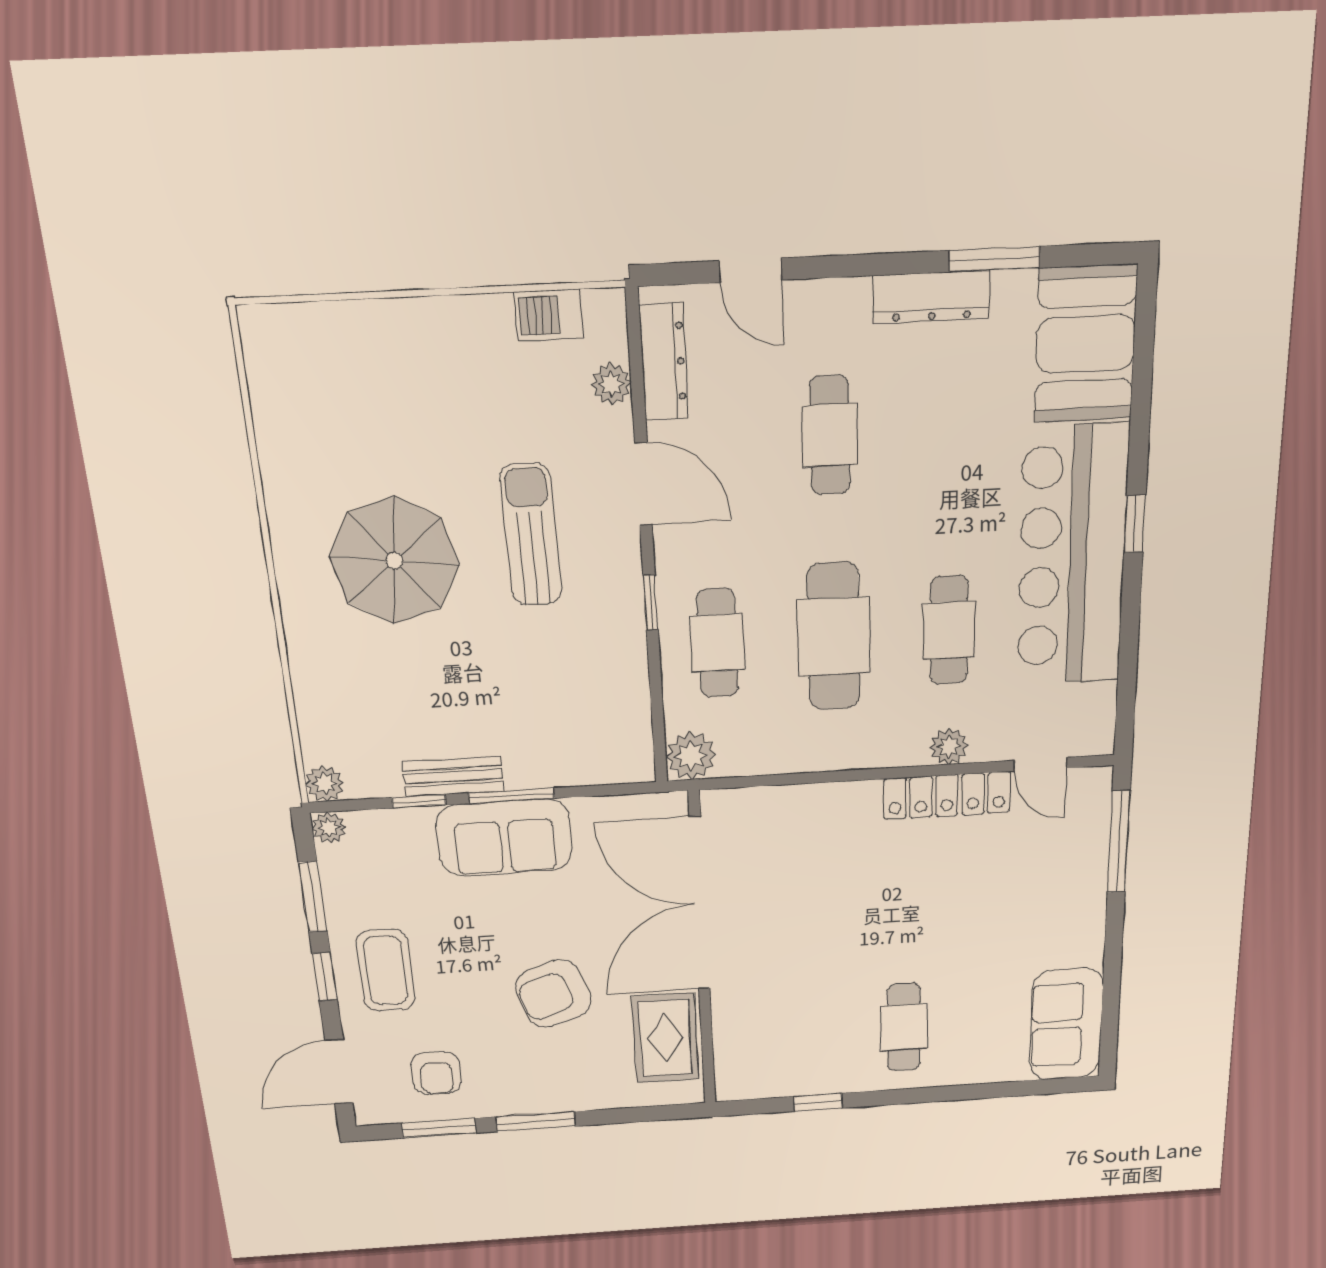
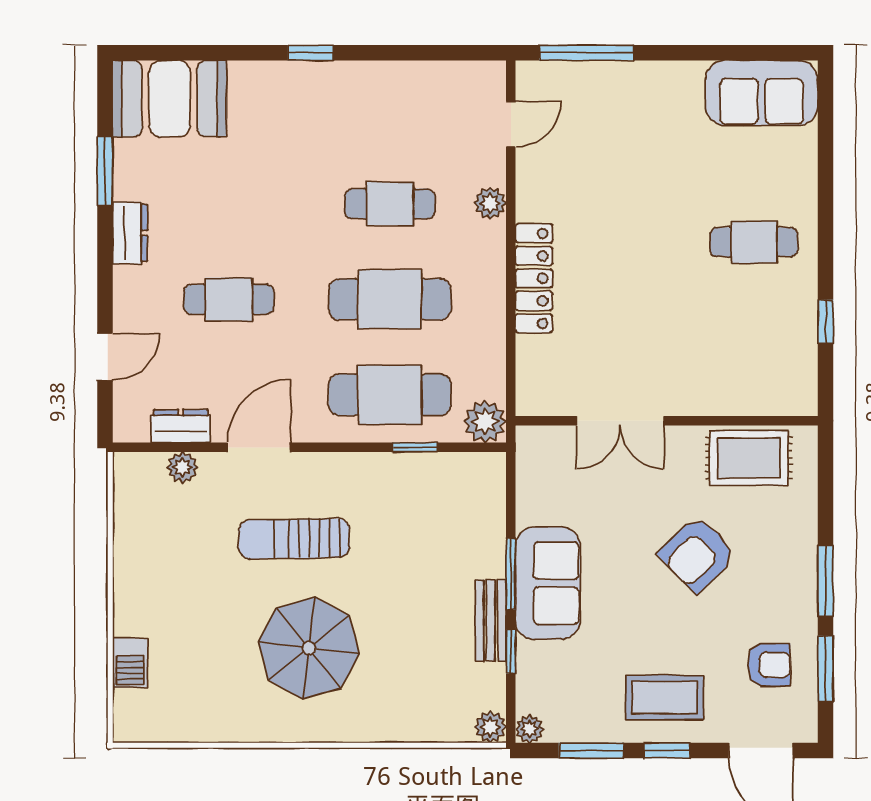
dresser: (932, 297) -> (130, 233), width x0.70
barbecue: (549, 315) -> (130, 663), moved
dresser: (664, 362) -> (181, 426), width x0.70
bar counter: (1072, 557) -> (334, 103), removed
window: (651, 602) -> (415, 447), moved
cafe table: (717, 643) -> (390, 395), width x1.37, depth x1.35
locker: (947, 796) -> (534, 278), moved
double door: (700, 904) -> (620, 421), width x0.54
armchair: (553, 994) -> (698, 554), turned 65

